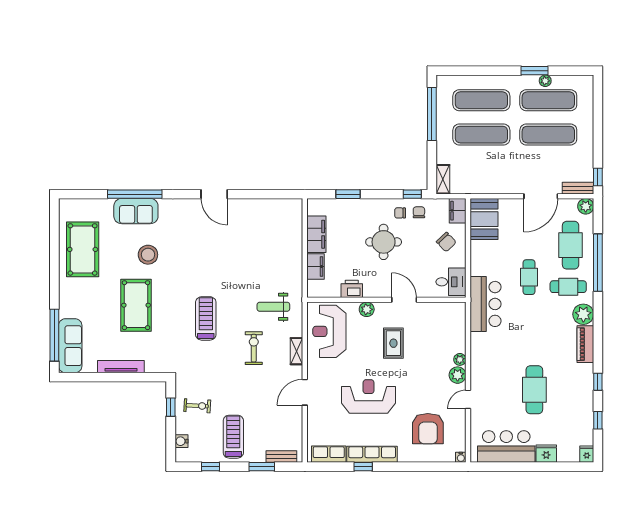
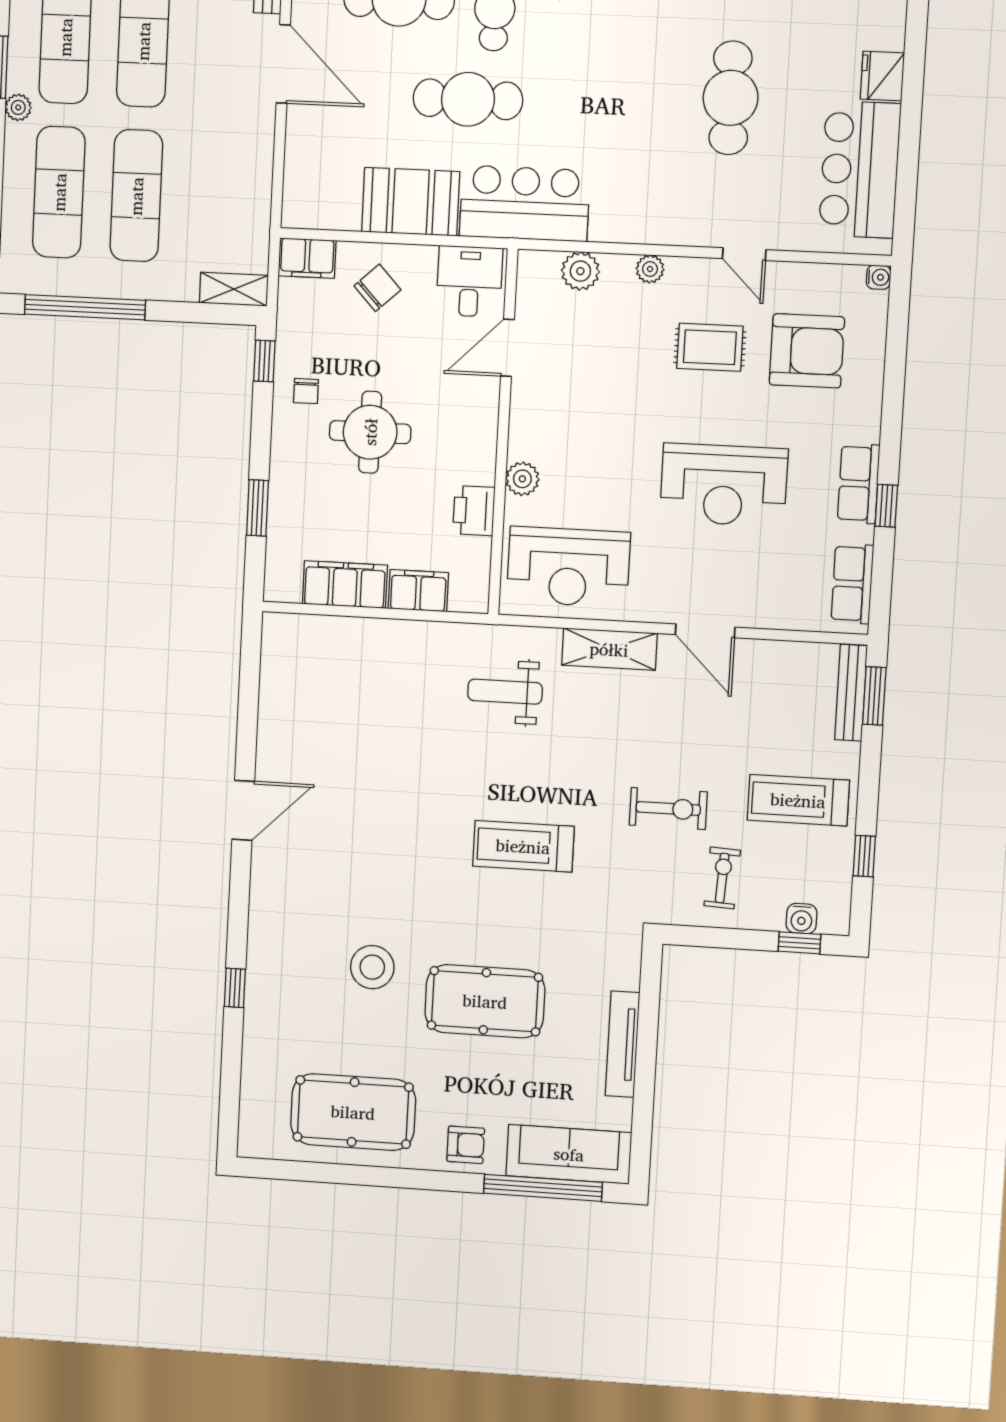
plant: (545, 81) -> (18, 107), moved
window: (135, 194) -> (235, 988), width x0.32
sofa: (136, 211) -> (273, 988), removed
chair: (419, 212) -> (307, 348), removed
booth: (484, 219) -> (411, 202), moved
cafe table: (529, 277) -> (468, 99), width x1.37, depth x1.35
armchair: (71, 300) -> (466, 1145), added
door: (404, 300) -> (507, 348), moved
weight bench: (273, 307) -> (505, 692), turned 90
rug: (393, 343) -> (710, 347), moved
exercise bike: (254, 348) -> (668, 808), moved, turned 180
shelving: (297, 351) -> (609, 649), width x1.50, depth x1.33
plant: (458, 375) -> (580, 271), moved
cafe table: (534, 390) -> (731, 98), turned 90
reception desk: (369, 396) -> (724, 485), turned -90
window: (171, 407) -> (799, 943), moved
row of seats: (372, 454) -> (859, 484), width x0.68
bench: (281, 456) -> (851, 693), width x1.36
window: (262, 467) -> (874, 696), moved

